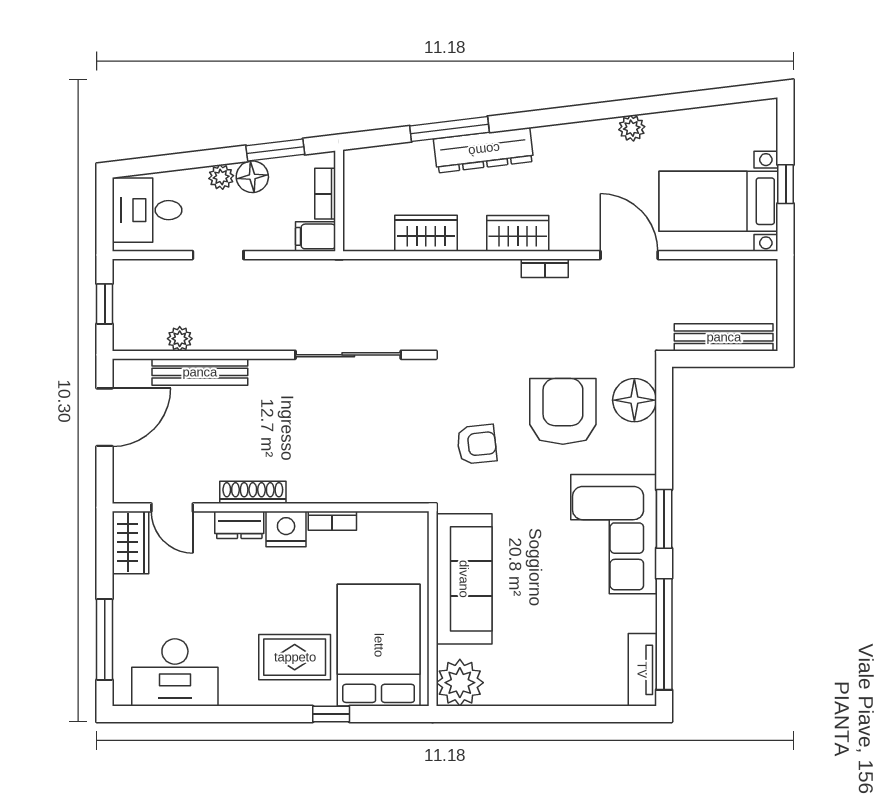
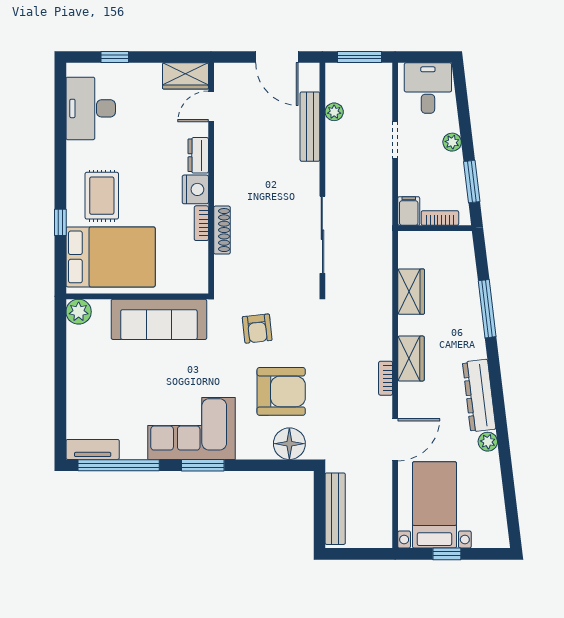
dresser: (484, 150) -> (479, 396), moved
floor lamp: (252, 177) -> (452, 165), removed
window: (105, 304) -> (360, 57), width x1.50
shoe rack: (253, 492) -> (222, 230), moved
window: (105, 639) -> (115, 57), width x0.46
plant: (460, 683) -> (79, 312), width x0.73, depth x0.73

